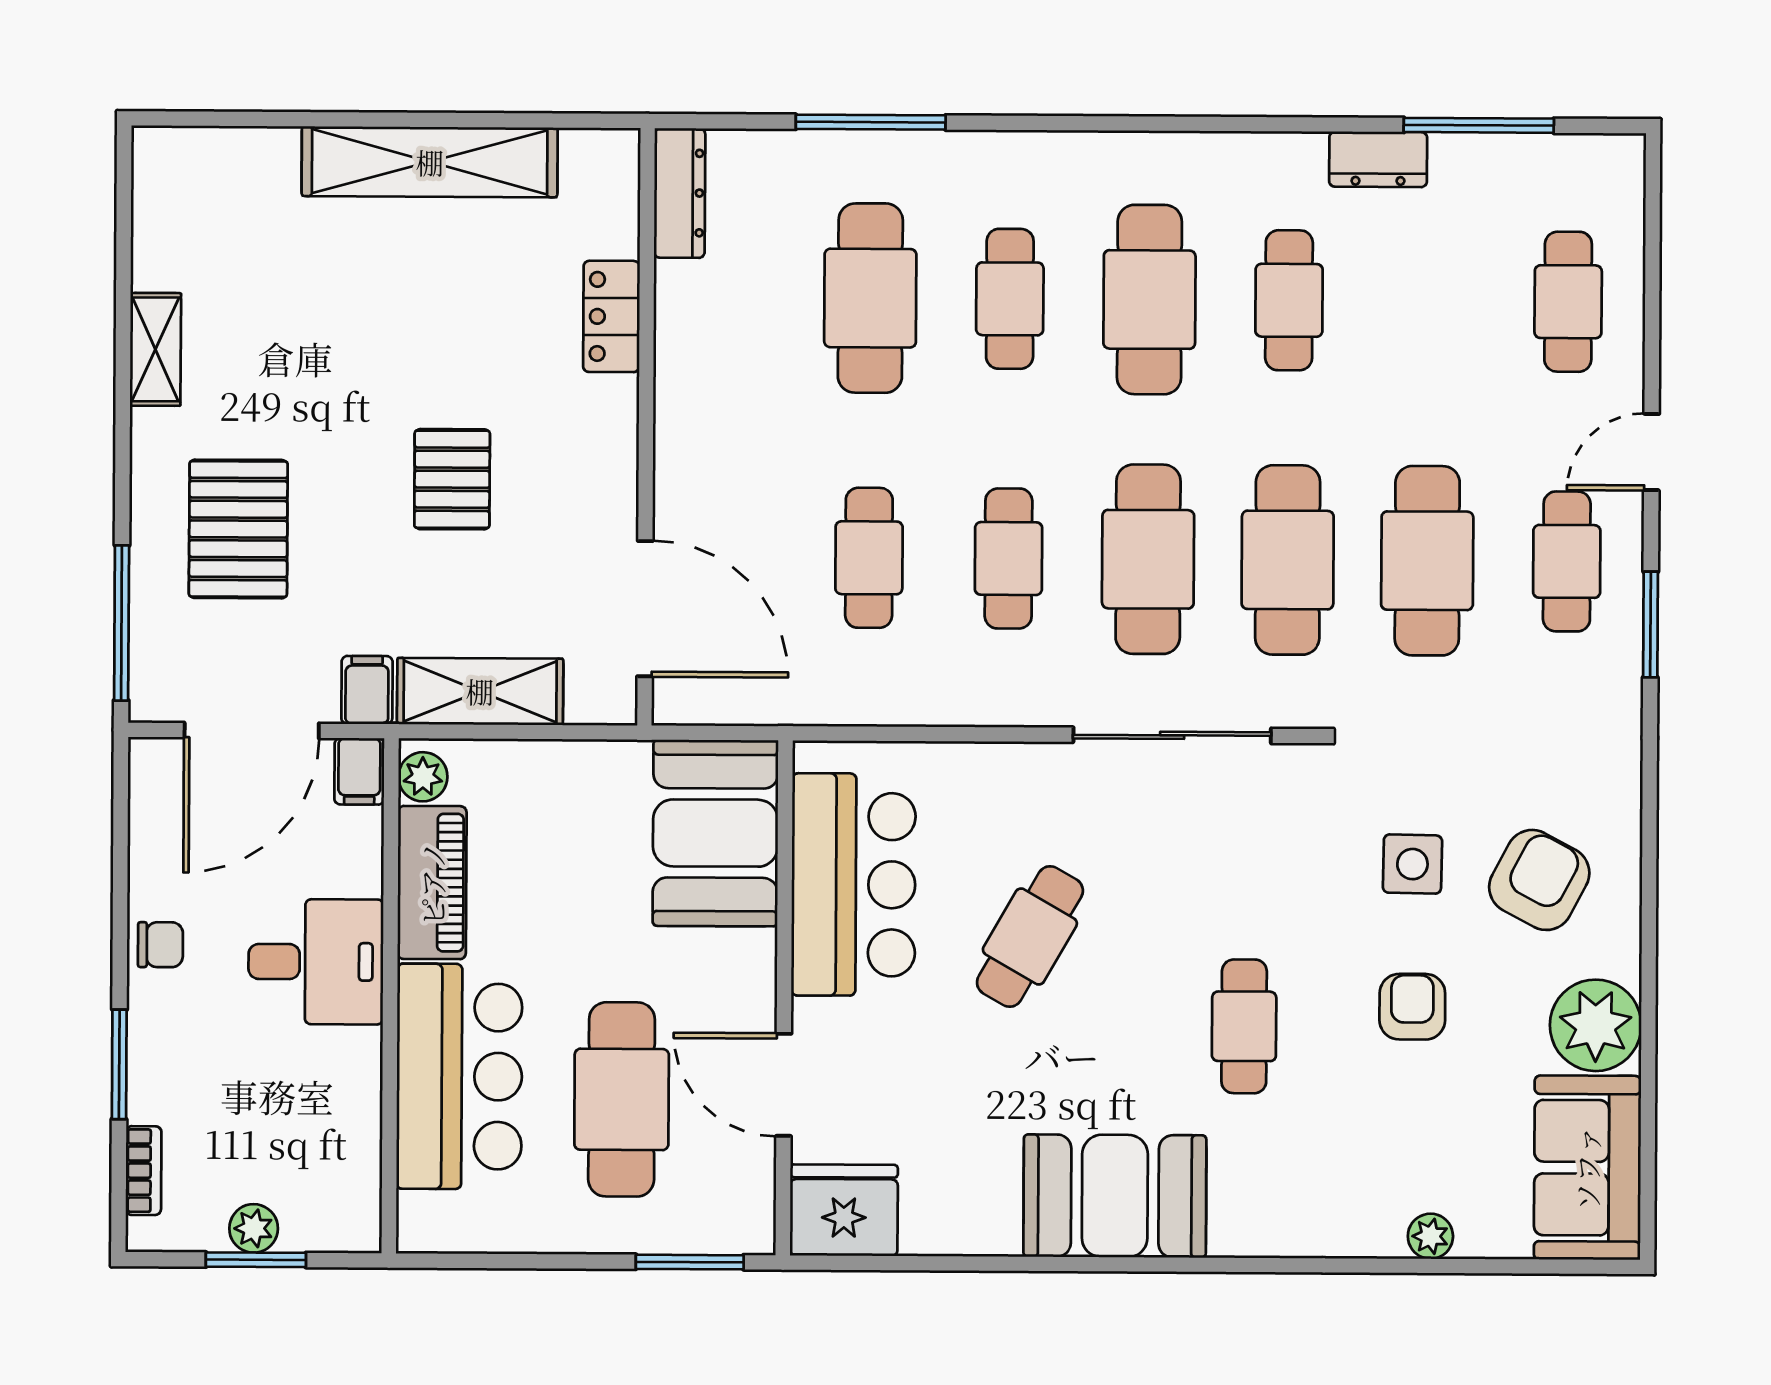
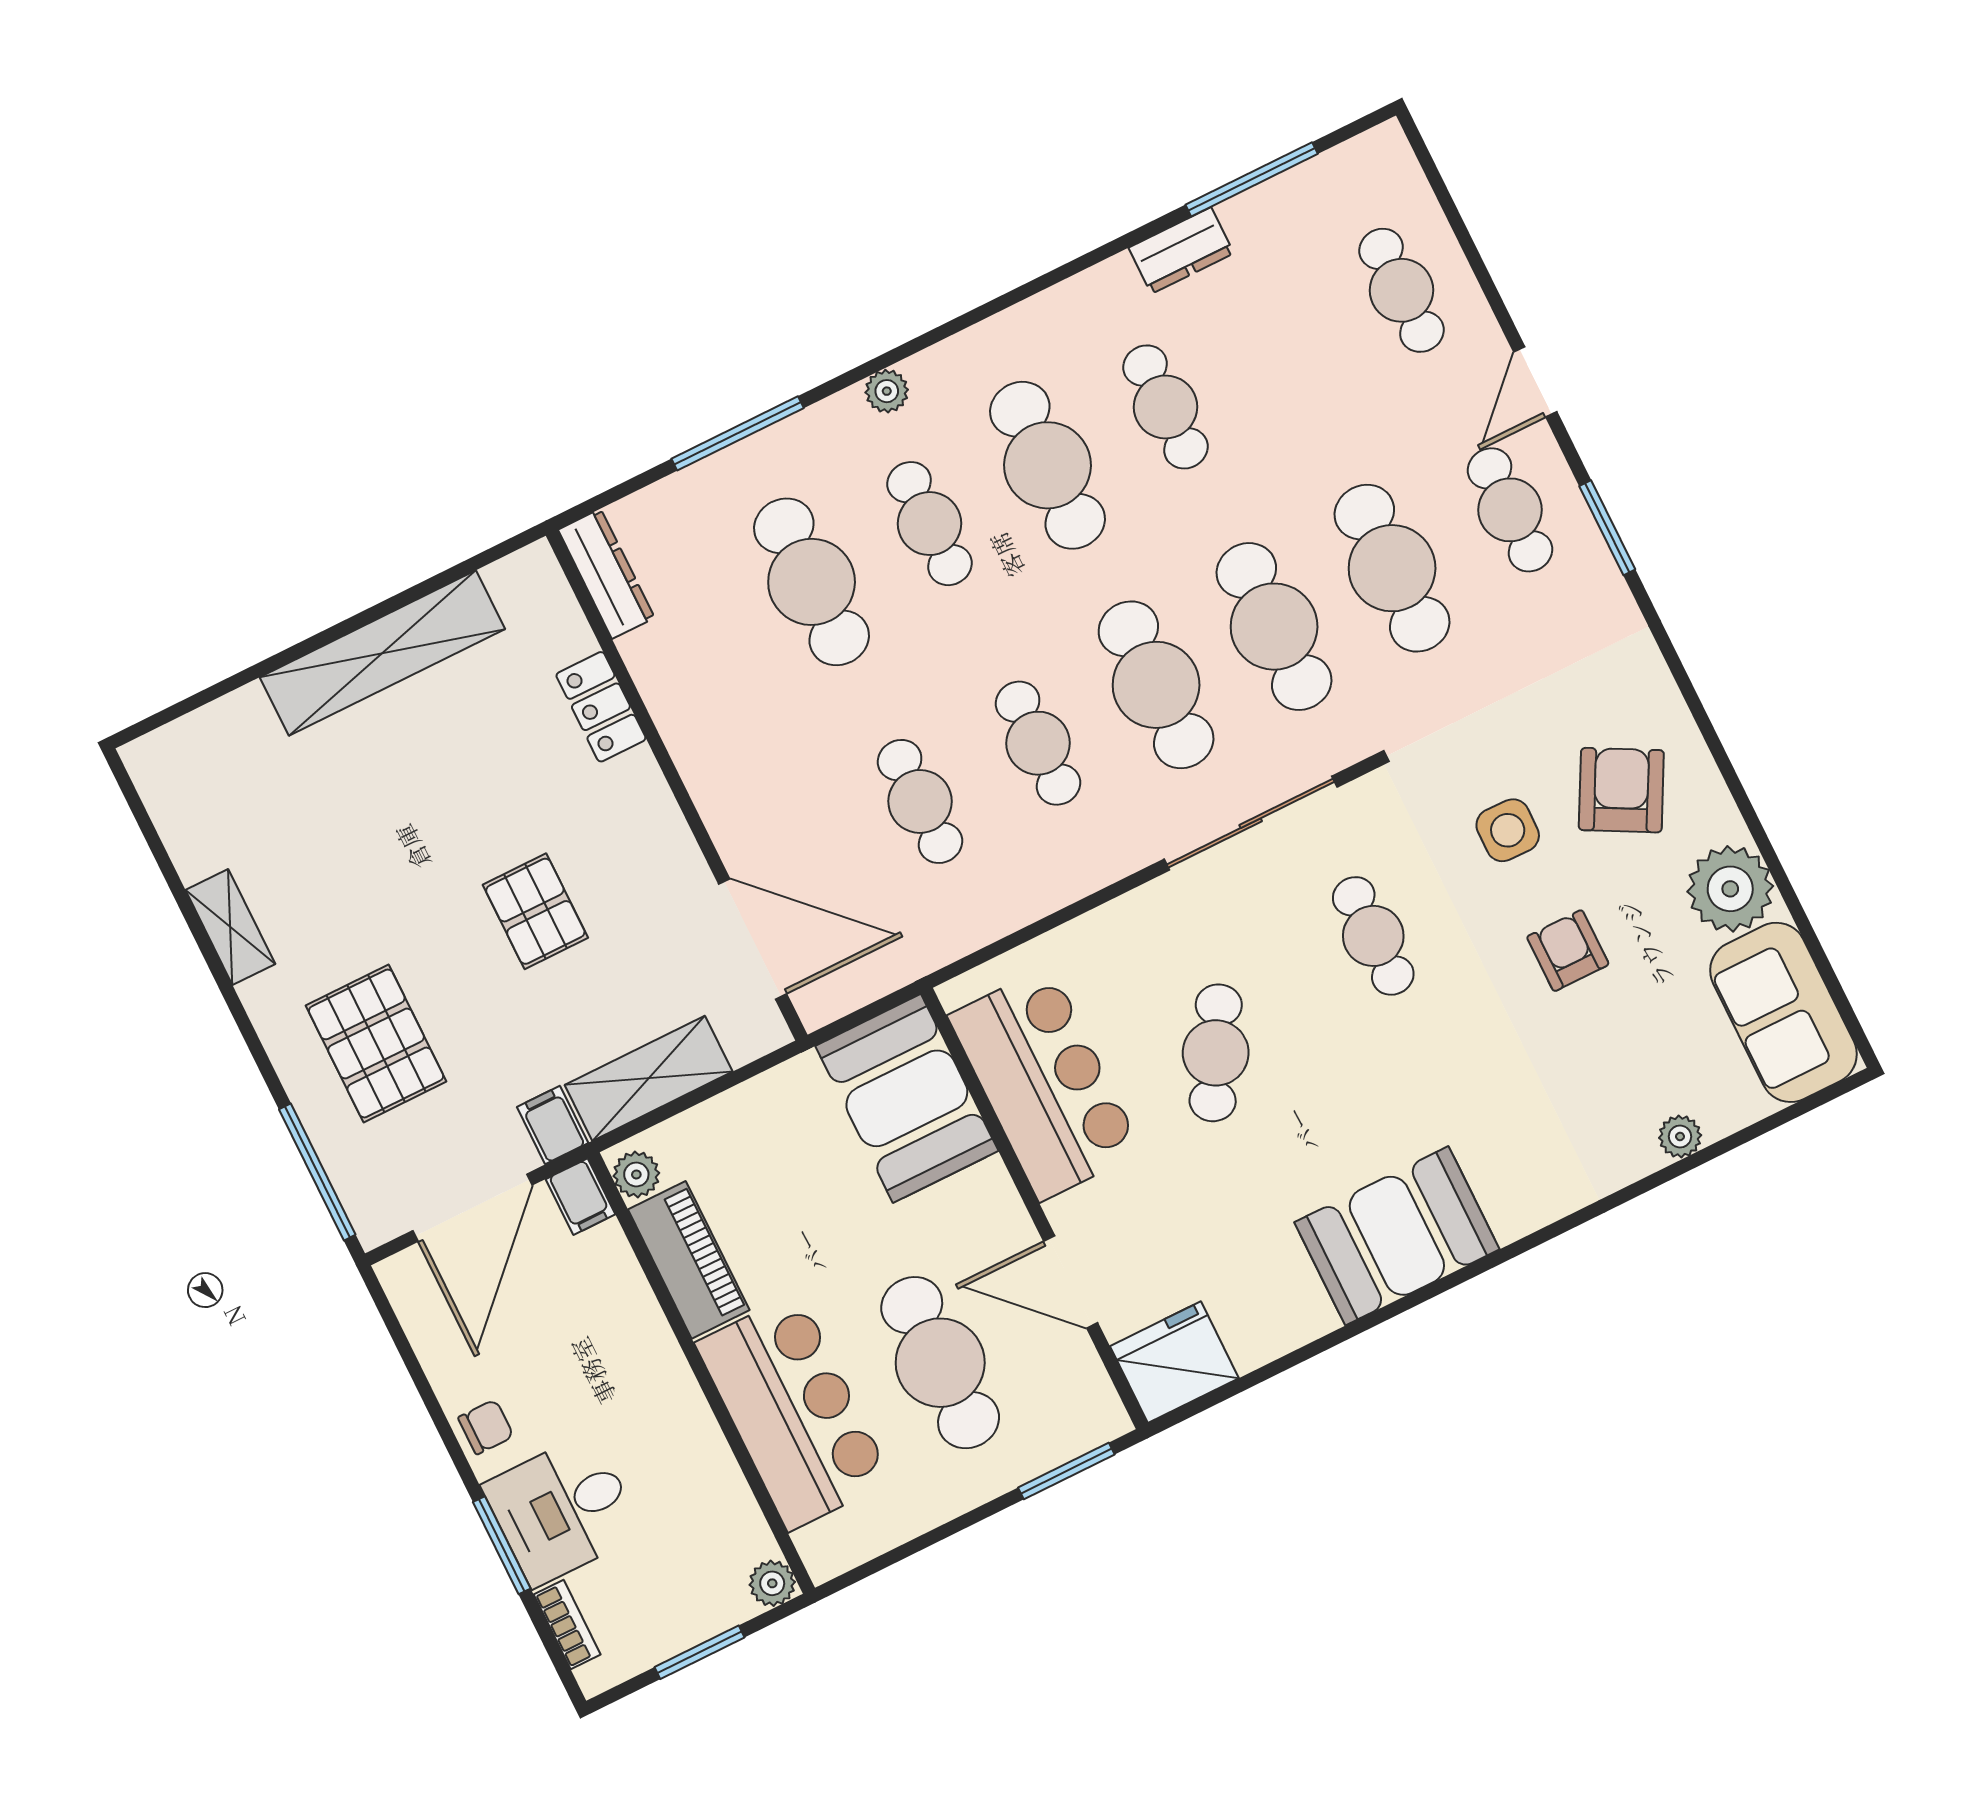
plant: (1032, 153) -> (887, 391), added
desk: (316, 962) -> (562, 1510), moved, turned 180
cafe table: (1244, 1026) -> (1373, 936), moved
plant: (254, 1228) -> (772, 1583), moved

